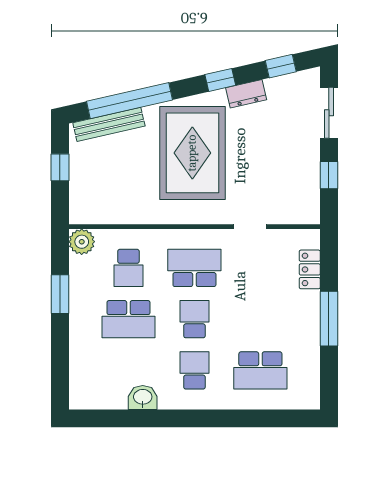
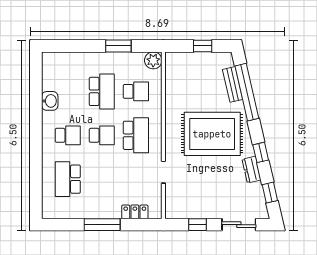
bench: (109, 124) -> (233, 84), width x0.73
school desk: (128, 268) -> (136, 91), turned 180
school desk: (128, 319) -> (102, 91), turned 180

